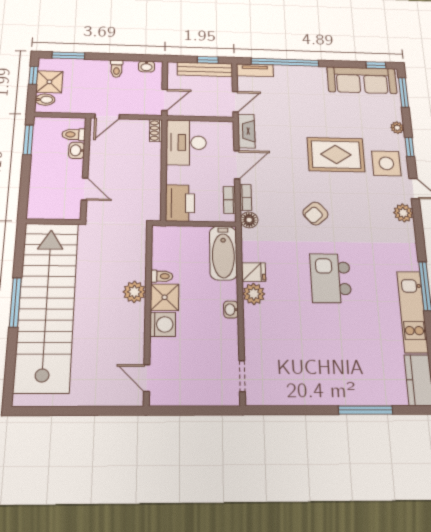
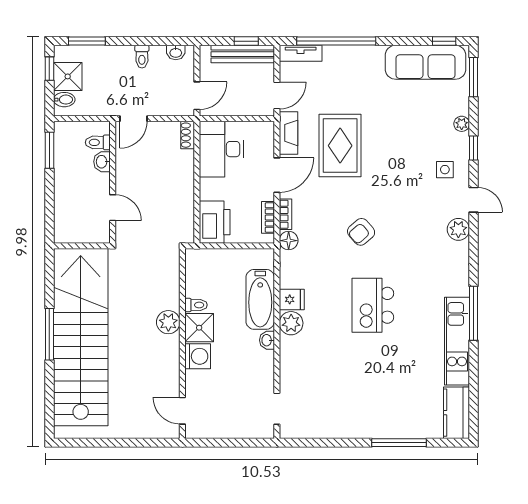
rug: (336, 155) -> (340, 146), moved, turned 90
side table: (386, 163) -> (445, 170), width x0.54, depth x0.54
bathtub: (223, 253) -> (260, 299), moved

